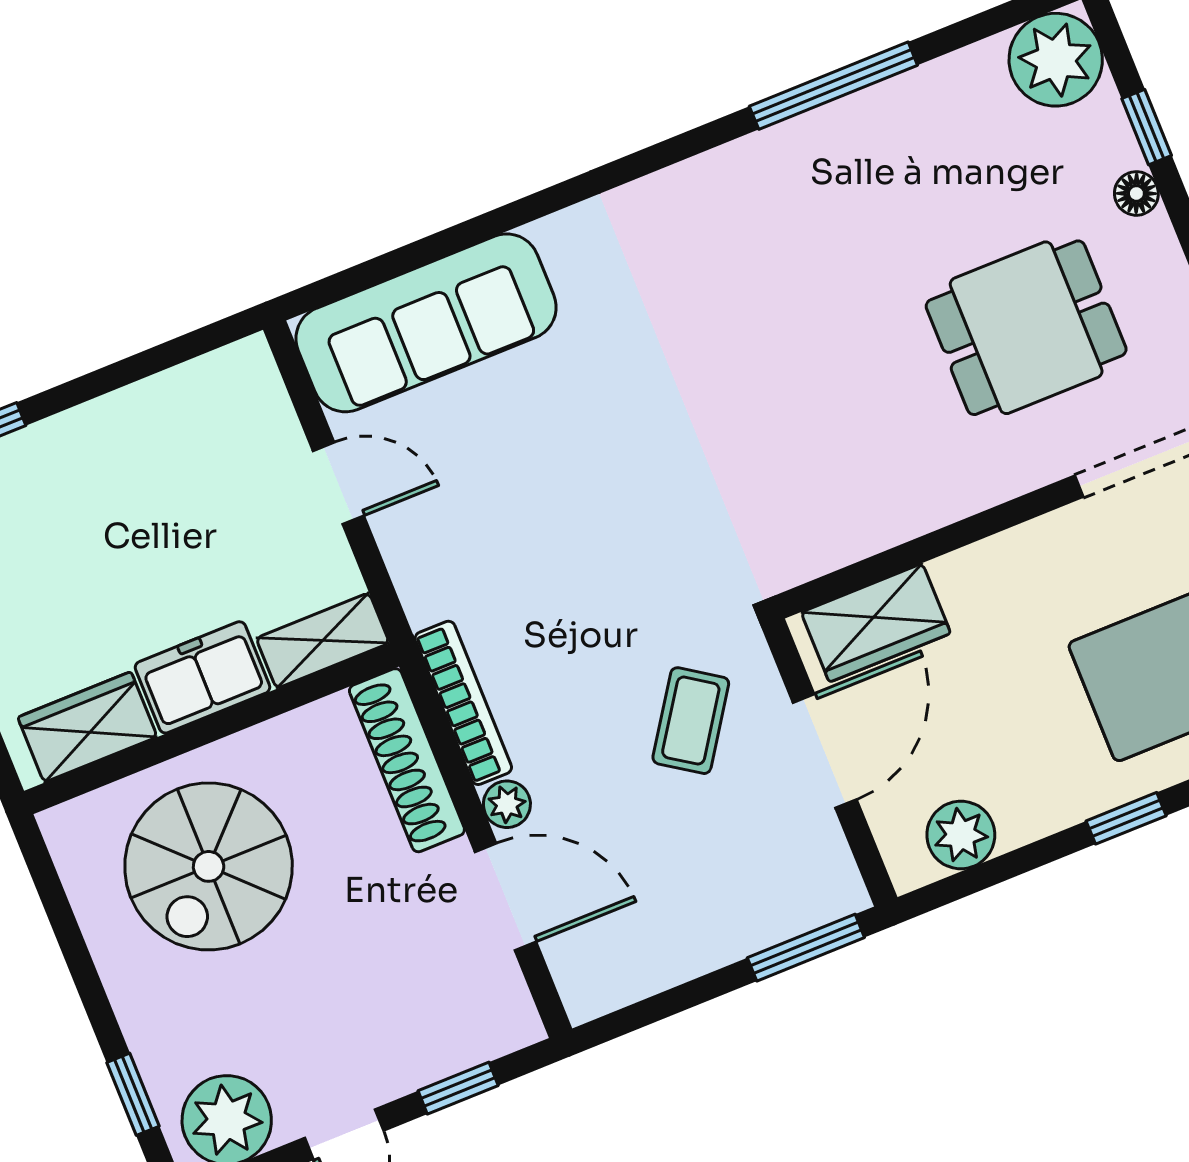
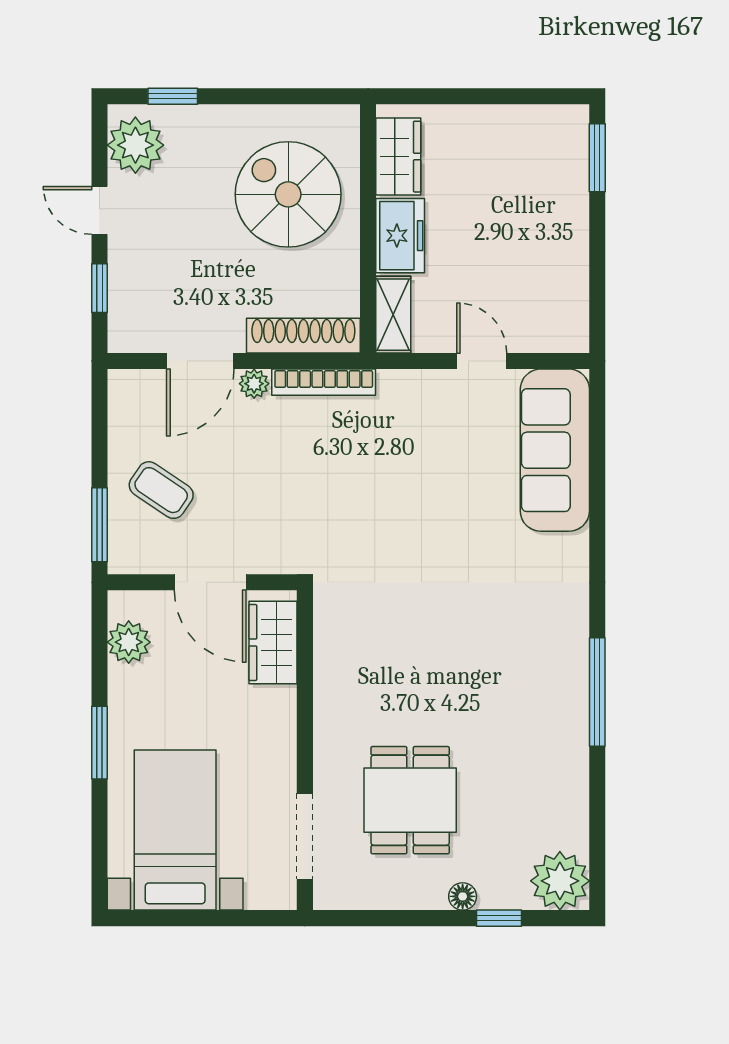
window: (833, 86) -> (597, 692), moved
door: (338, 483) -> (482, 361), swing flipped
coffee table: (691, 721) -> (161, 490), moved
window: (1126, 818) -> (99, 743), width x1.50

